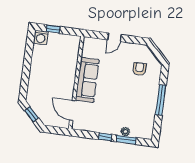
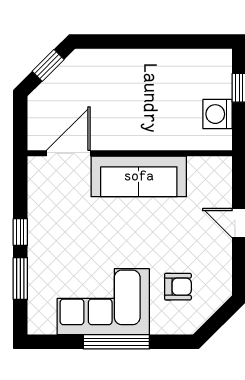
washing machine: (41, 37) -> (218, 114), moved
corner sofa: (142, 104) -> (103, 302), added
plant: (125, 132) -> (38, 274), removed

